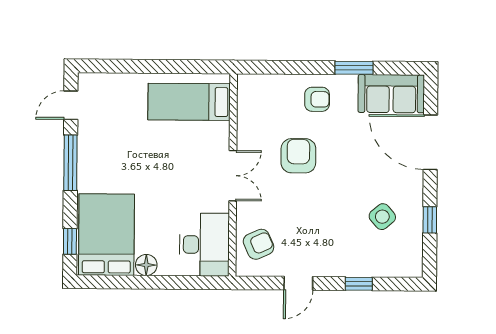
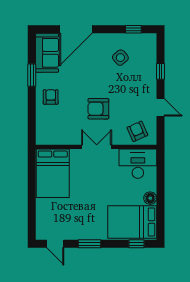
bed: (189, 102) -> (53, 173), width x1.50
armchair: (298, 156) -> (98, 109), moved
window: (70, 163) -> (90, 244), width x0.69
window: (430, 220) -> (133, 29), moved

